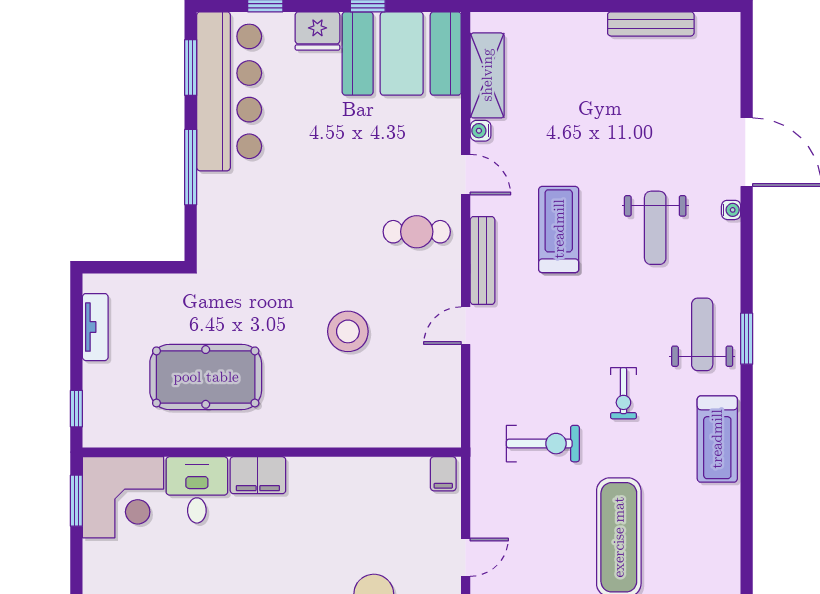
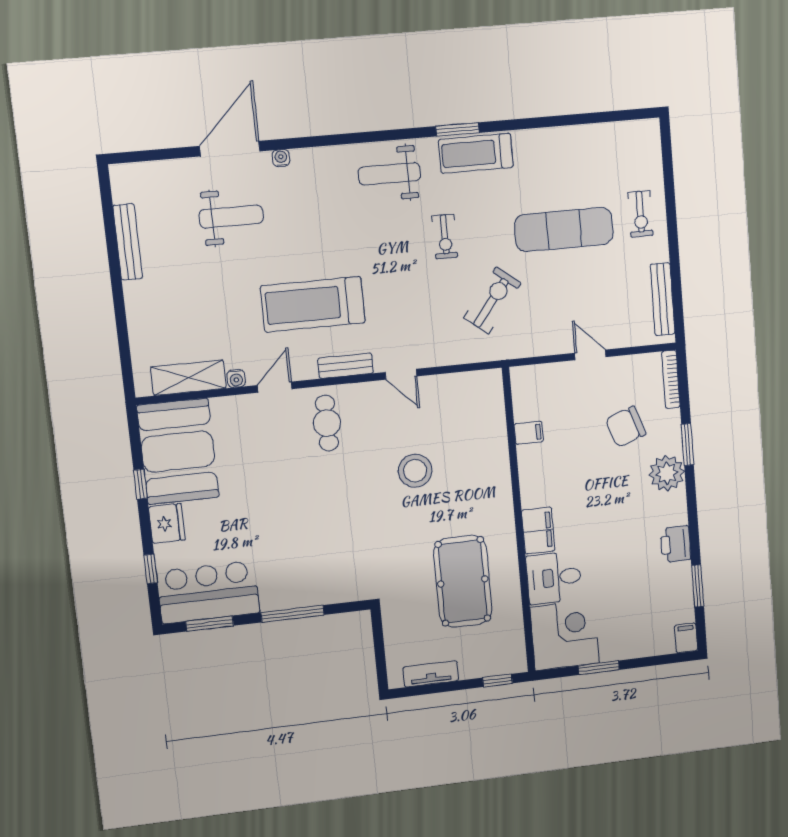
bar counter: (229, 91) -> (208, 592), width x0.73
weight bench: (655, 228) -> (231, 217), moved
treadmill: (559, 229) -> (313, 304), width x1.37, depth x1.38
bench: (483, 261) -> (345, 366), width x0.73
window: (747, 339) -> (457, 129), moved
exercise bike: (623, 393) -> (445, 237), turned 90
treadmill: (717, 439) -> (476, 153), turned 180
exercise bike: (543, 444) -> (492, 300), turned 38
filing cabinet: (443, 474) -> (529, 433), moved
window: (76, 501) -> (599, 668), moved

